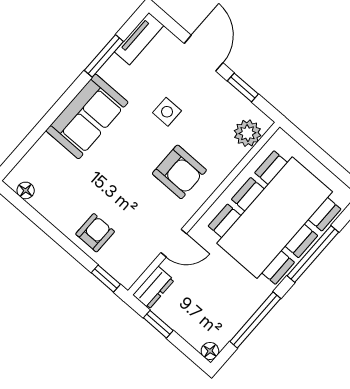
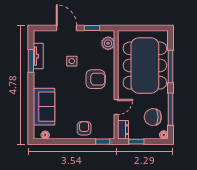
tv unit: (139, 39) -> (38, 56), moved
sofa: (87, 116) -> (44, 107), moved
chair: (217, 308) -> (153, 117), added

